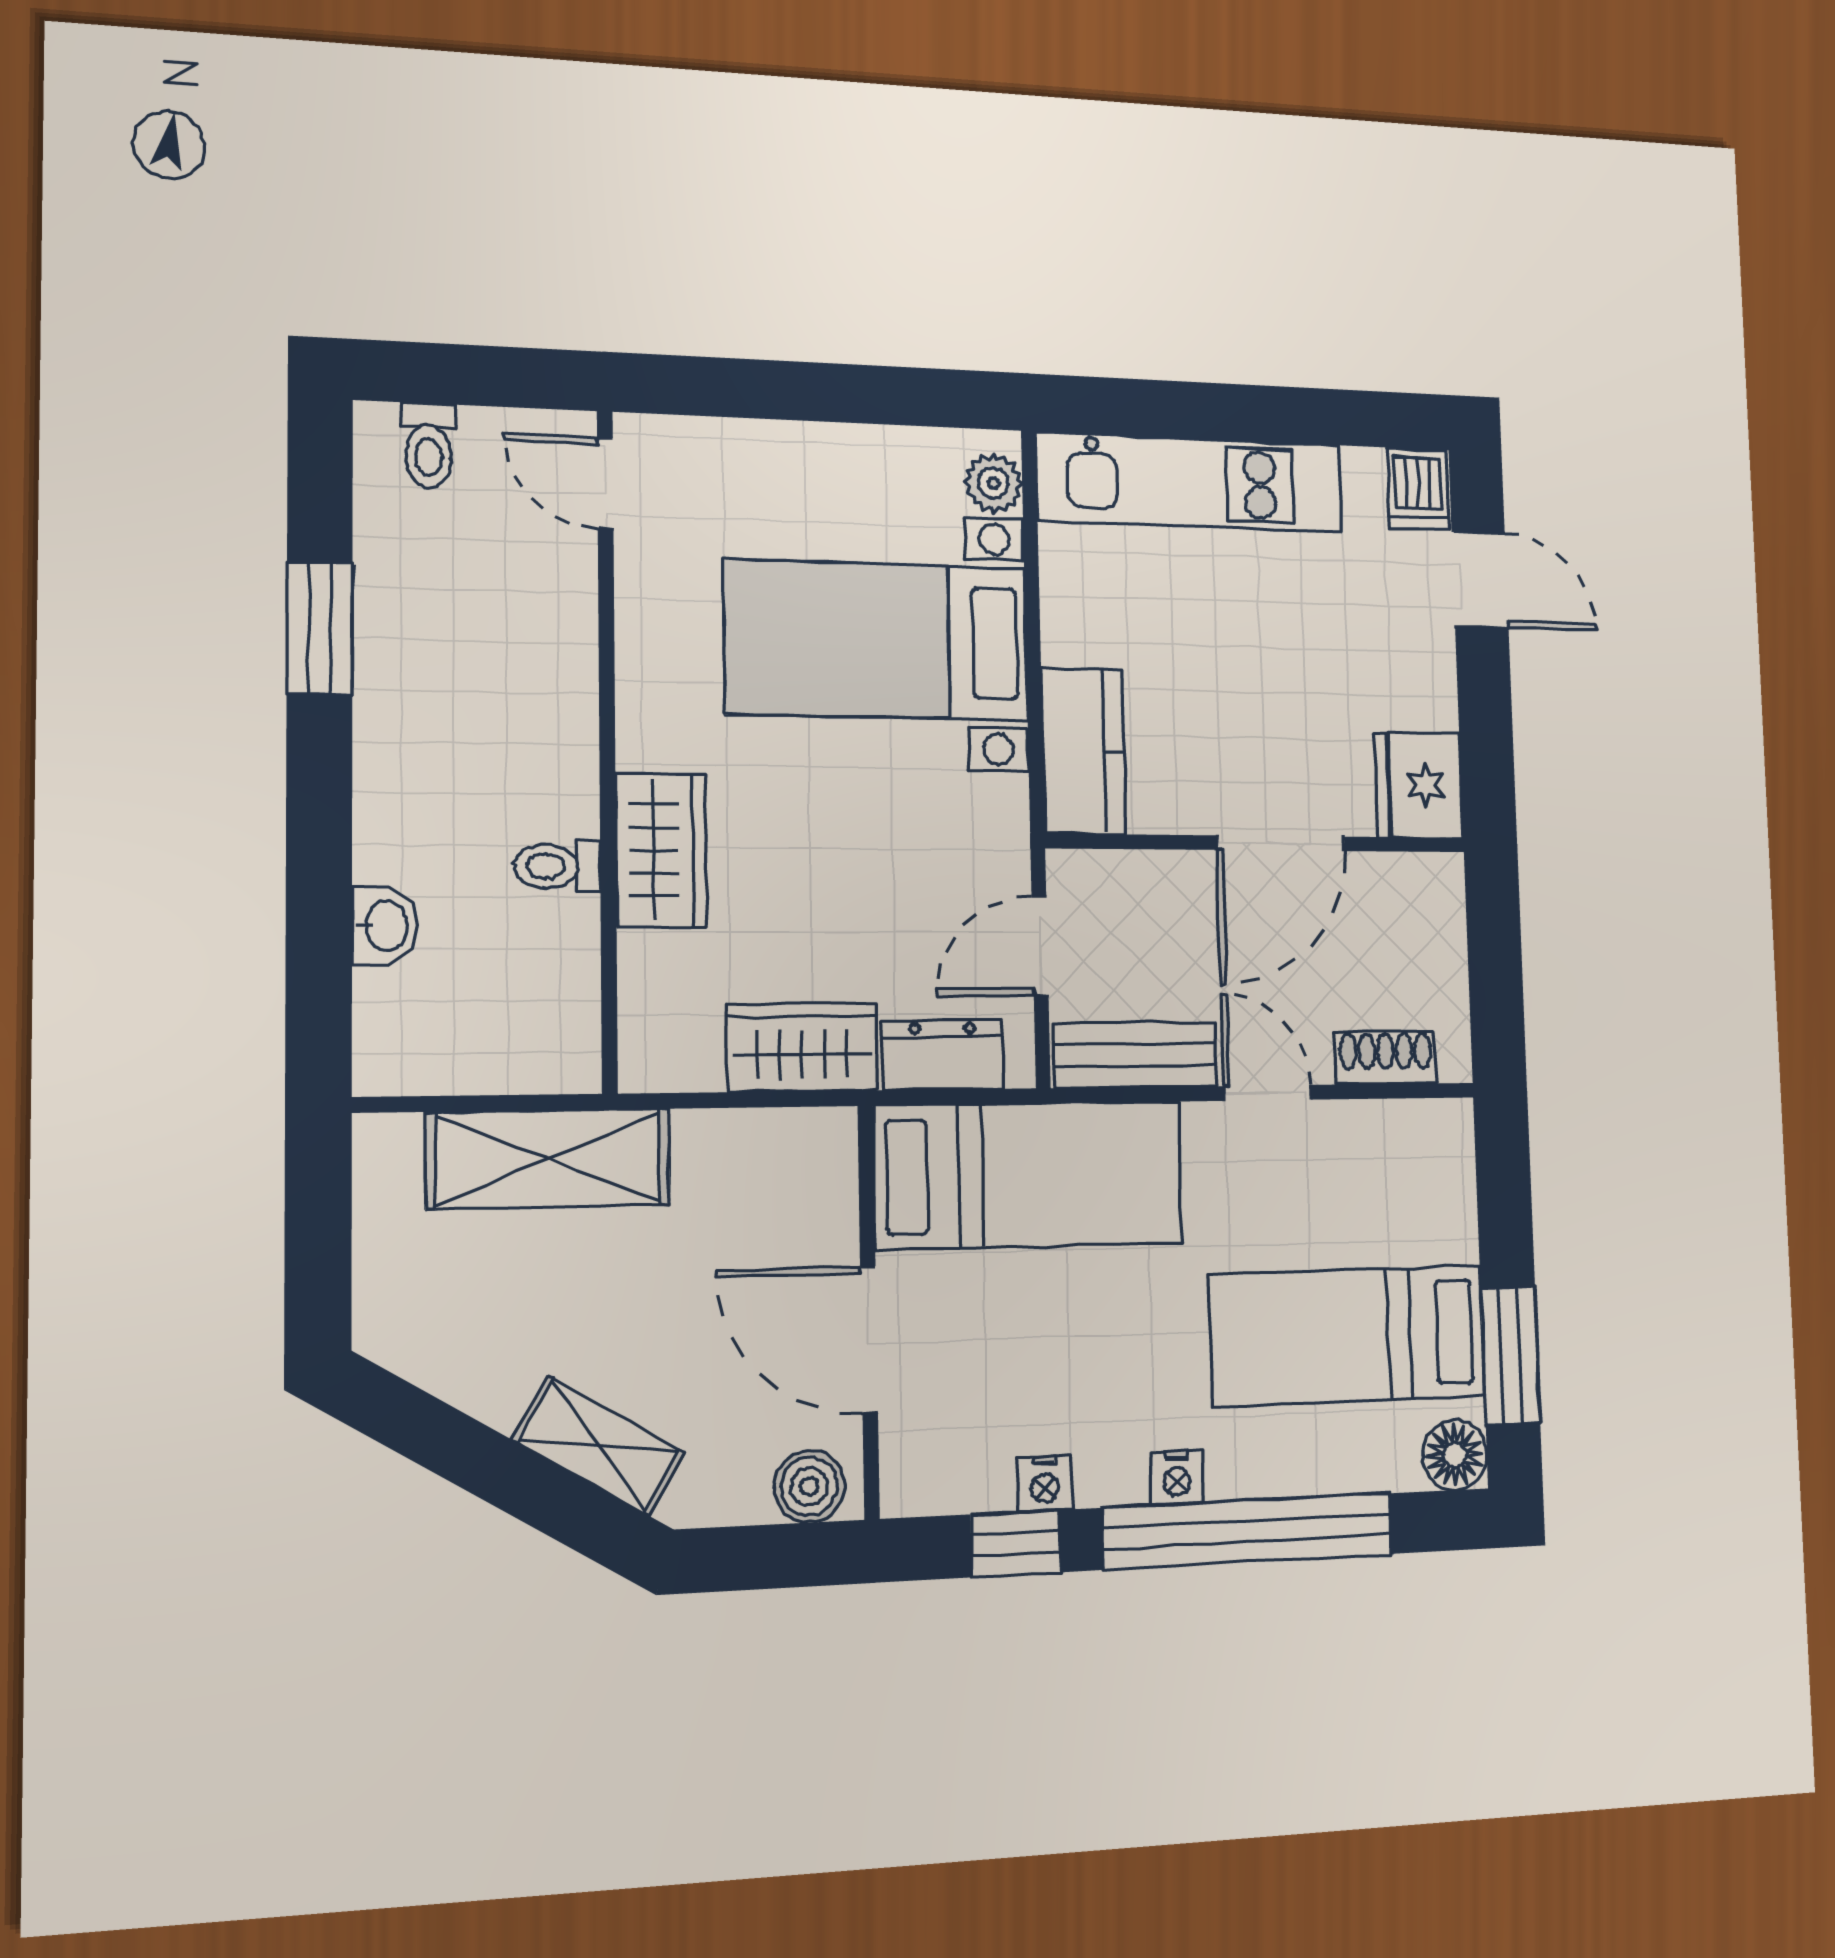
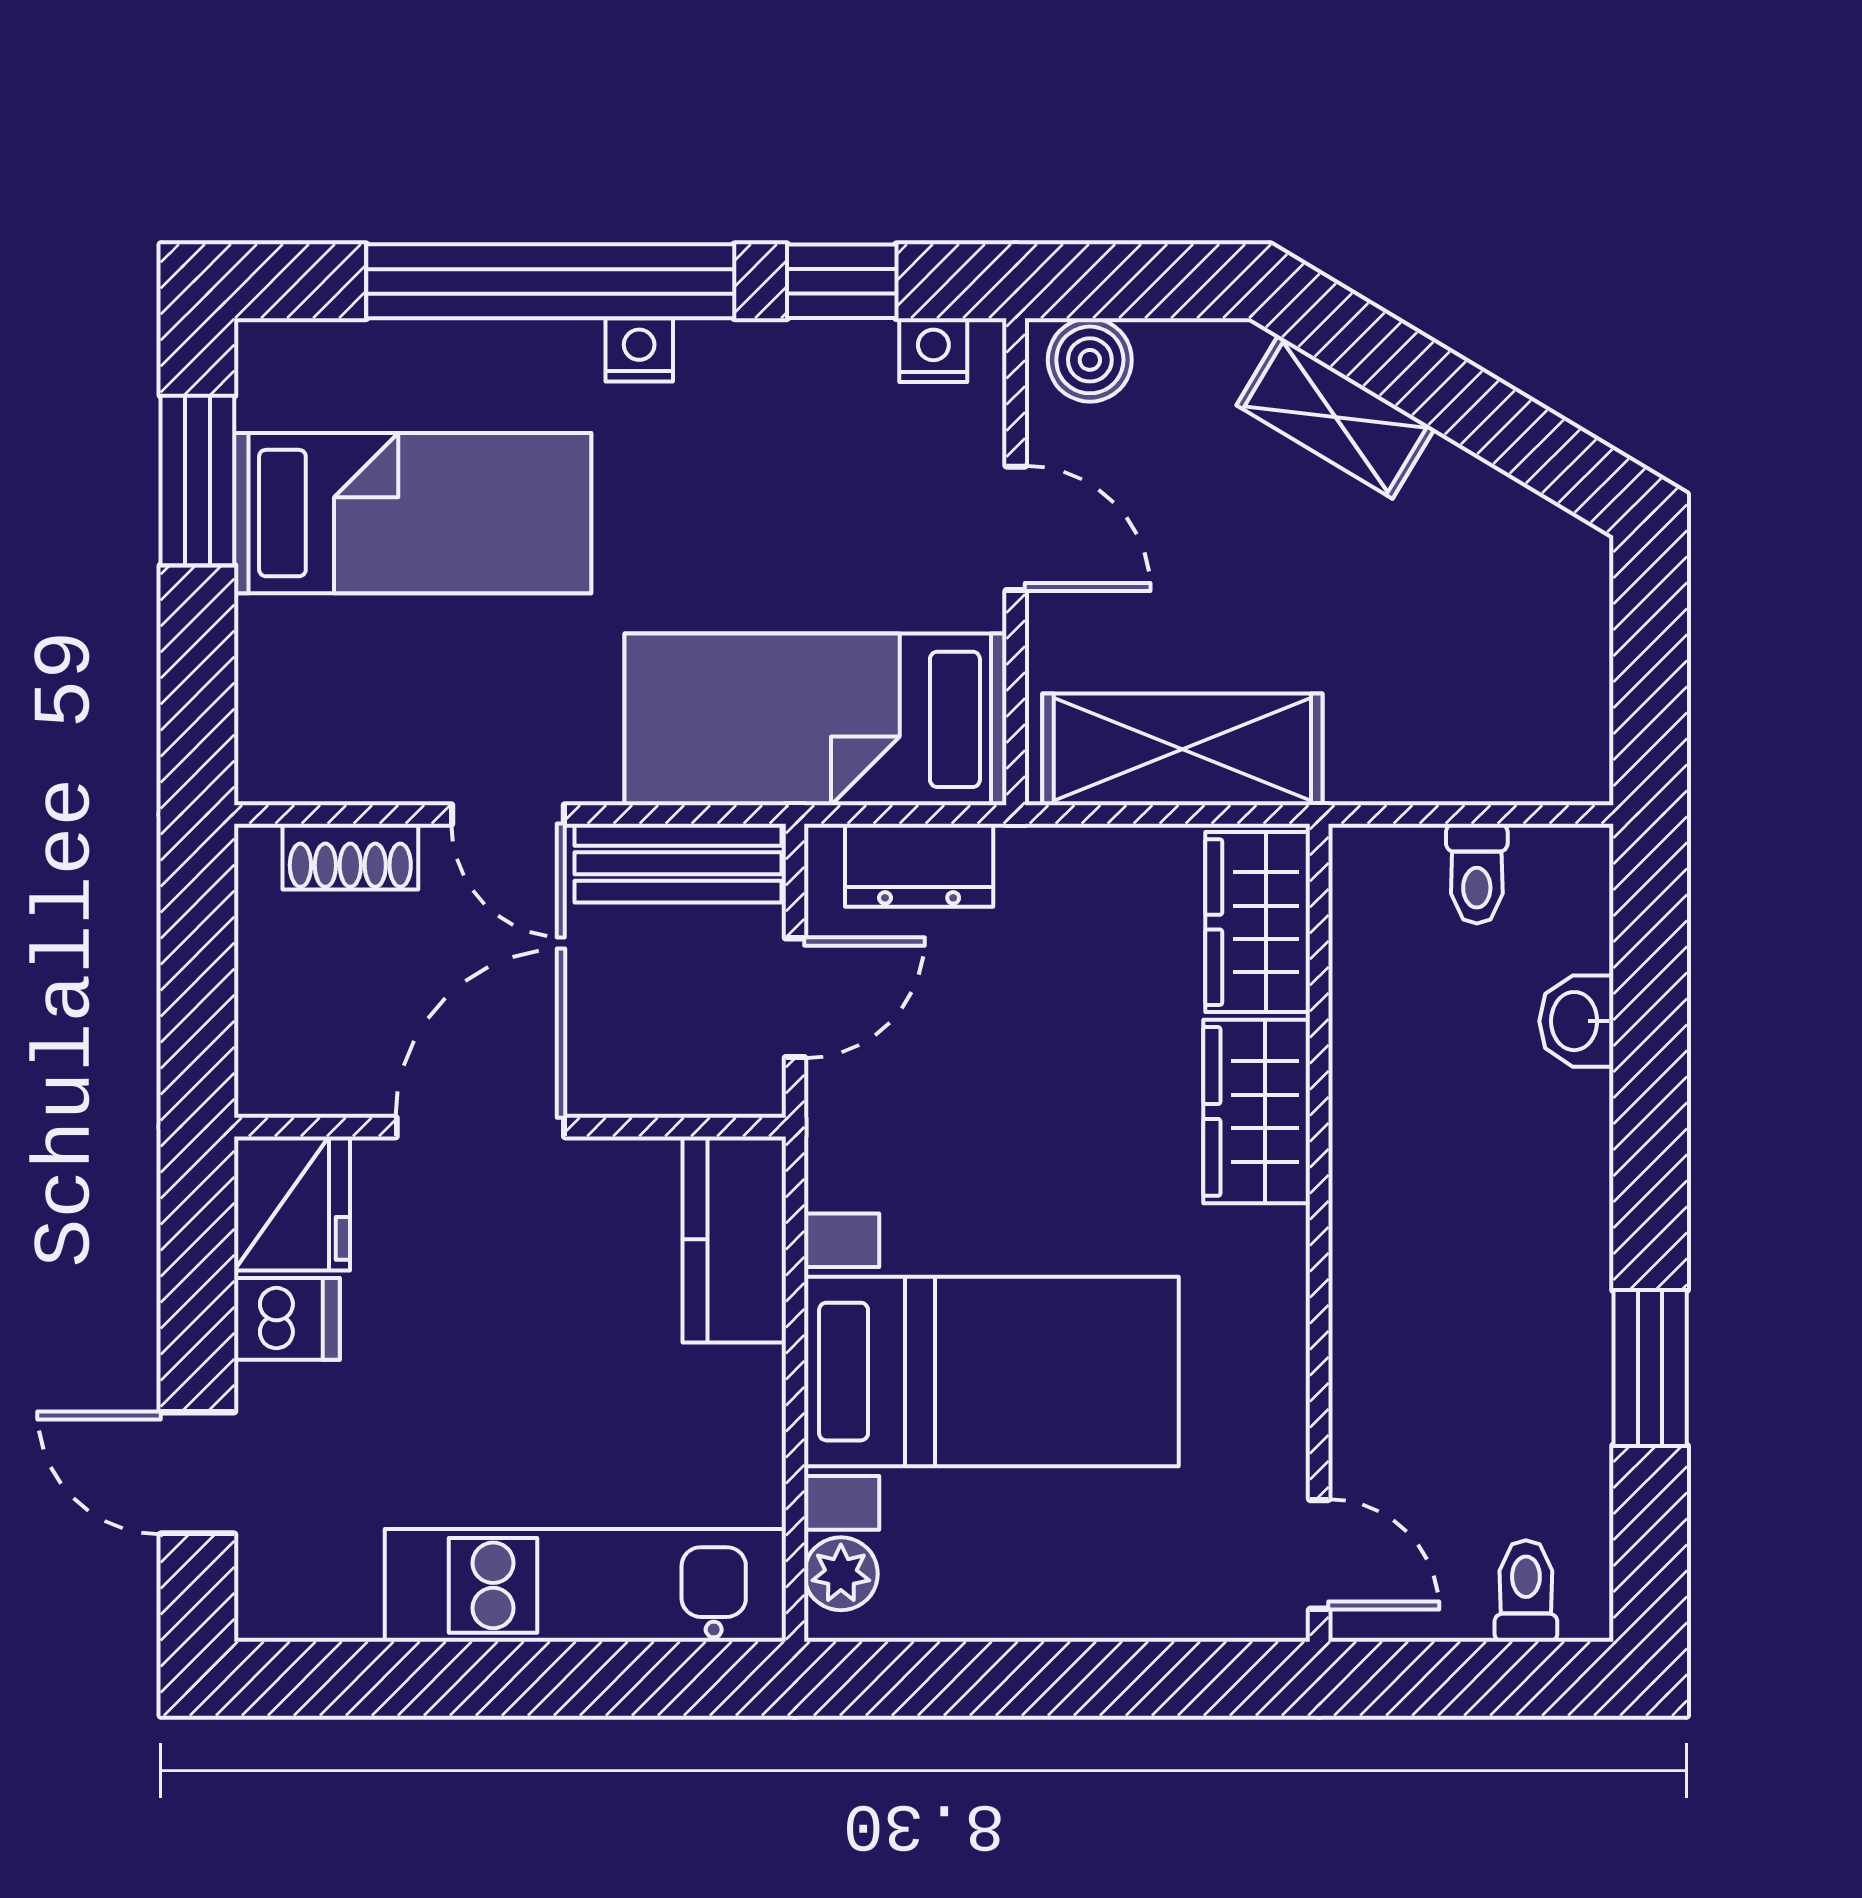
dishwasher: (1418, 489) -> (287, 1319), moved, turned 90
toilet: (558, 866) -> (1477, 874), moved, turned 90
wardrobe: (802, 1047) -> (1258, 922), moved, turned 90
shelving: (548, 1159) -> (1182, 749), moved
door: (869, 1340) -> (1016, 528), width x0.73
floor lamp: (1455, 1455) -> (277, 361), removed
nightstand: (1044, 1484) -> (933, 350), moved

